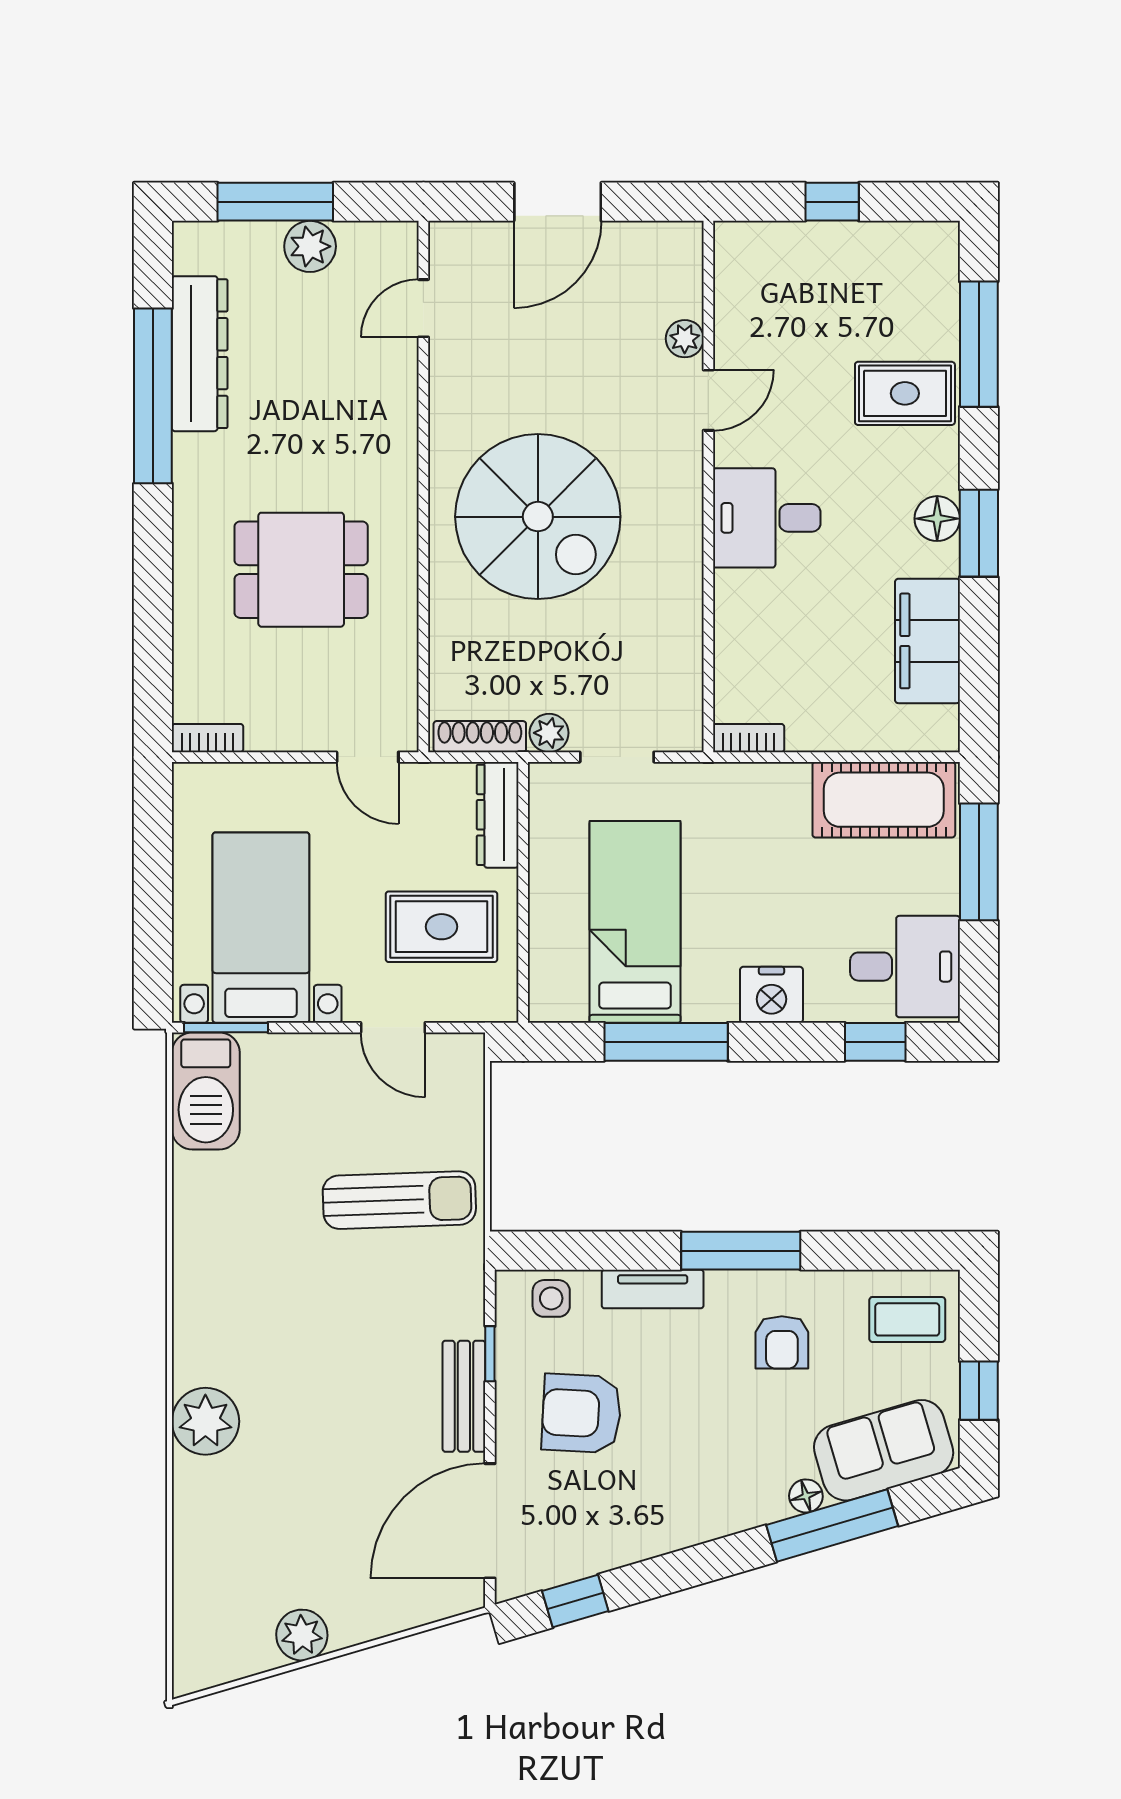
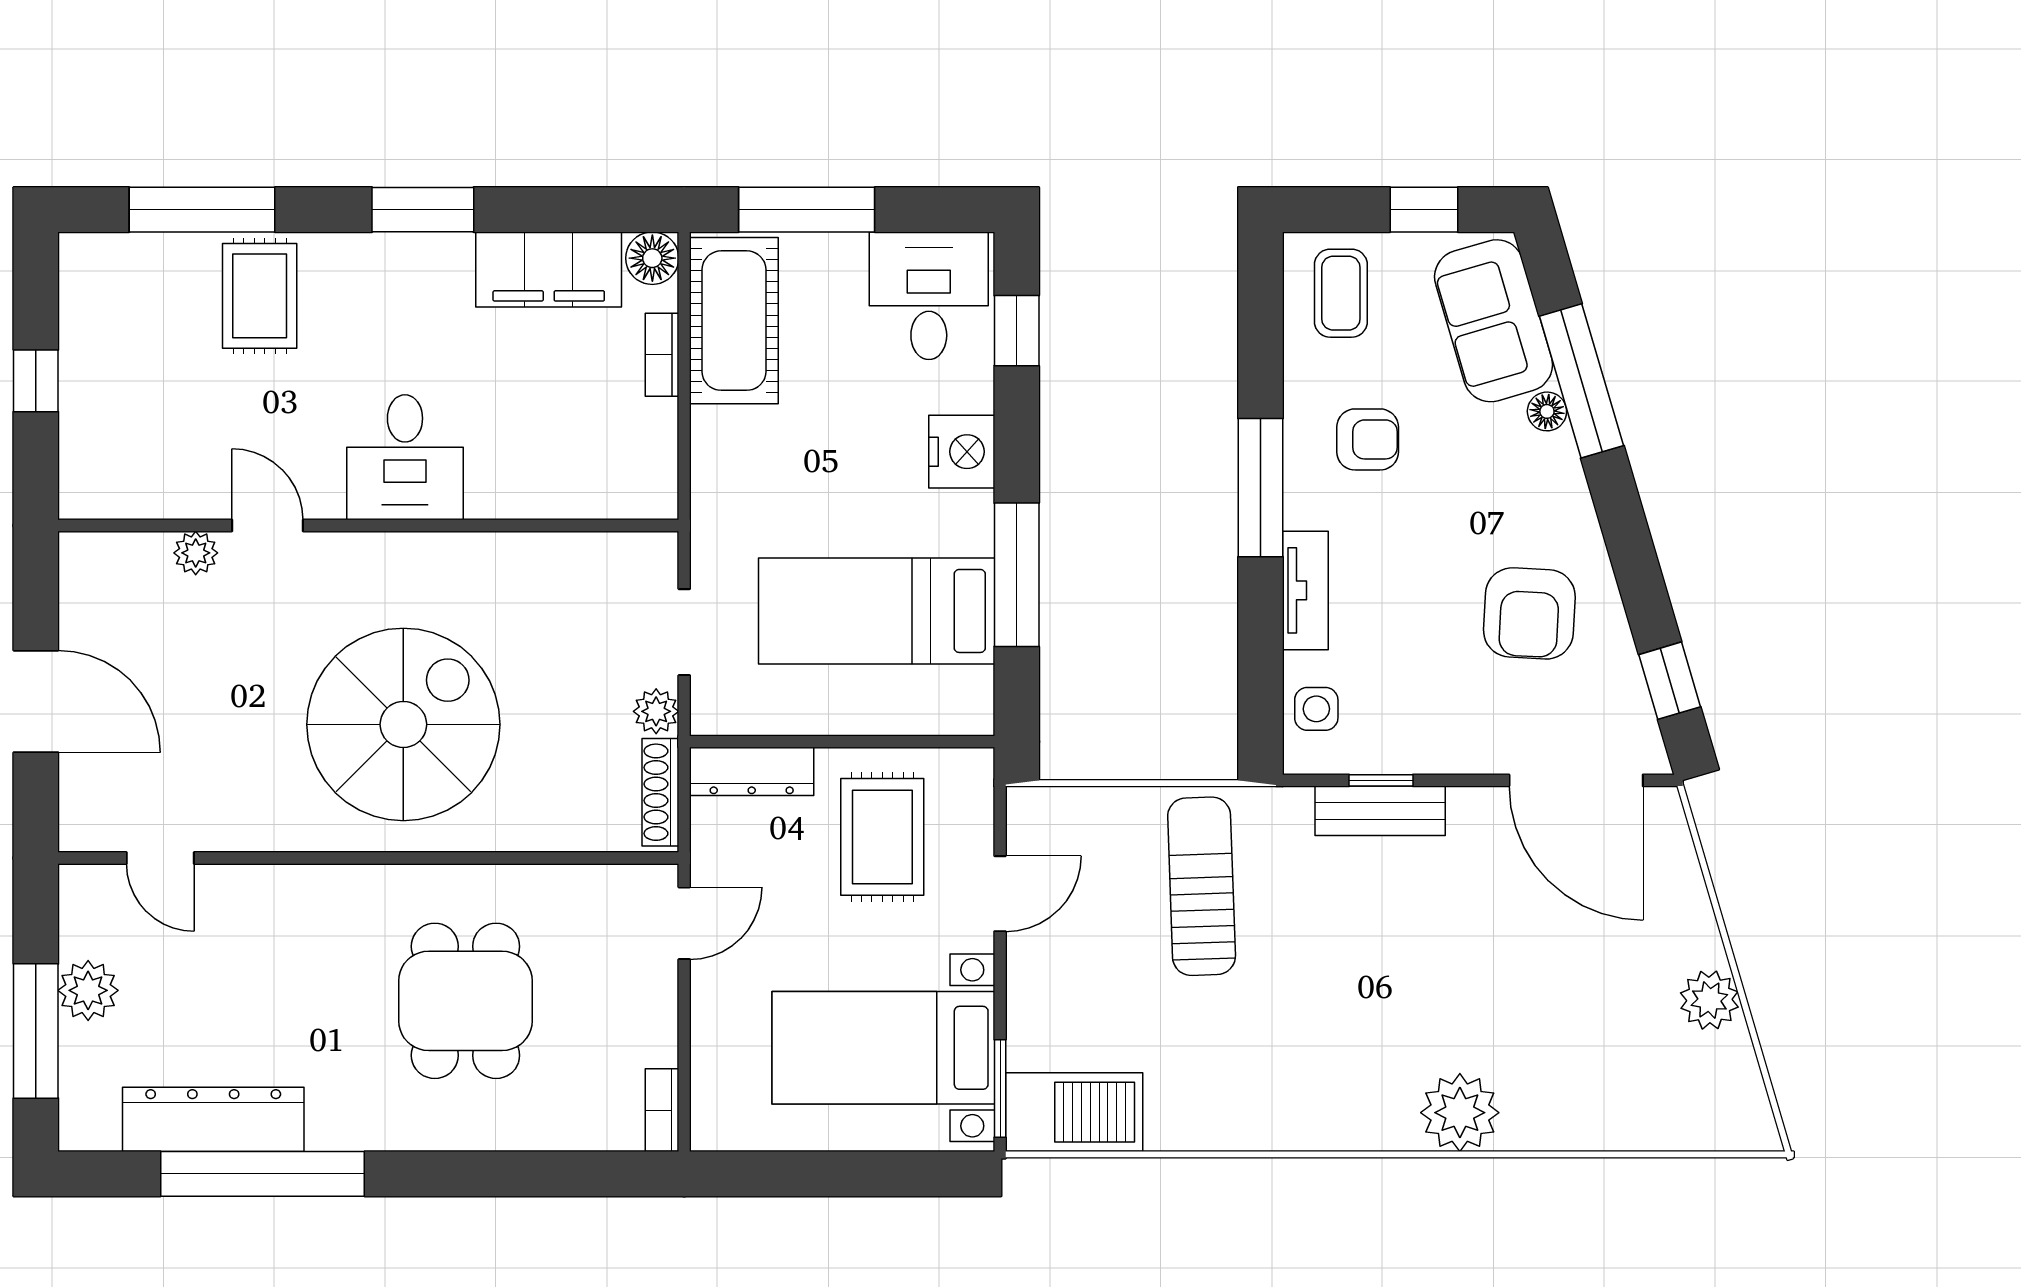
floor lamp: (937, 519) -> (652, 258), moved
bookcase: (749, 738) -> (662, 355), moved
bench: (464, 1396) -> (1380, 811), moved
armchair: (581, 1413) -> (1529, 613), moved

